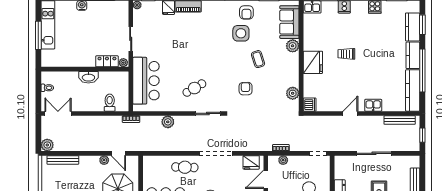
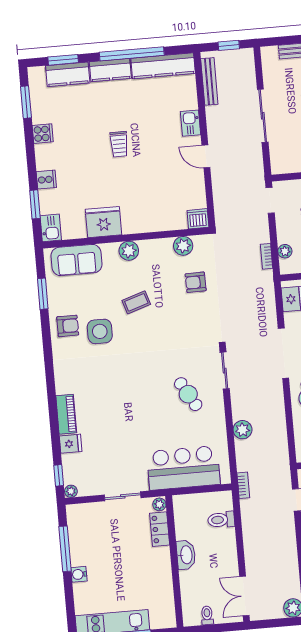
plant: (293, 46) -> (129, 251), moved
trolley: (346, 54) -> (119, 144), moved
fridge: (313, 62) -> (103, 222), moved
armchair: (246, 89) -> (196, 282), moved

